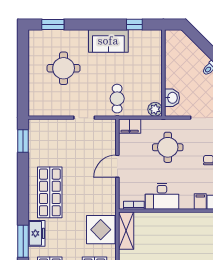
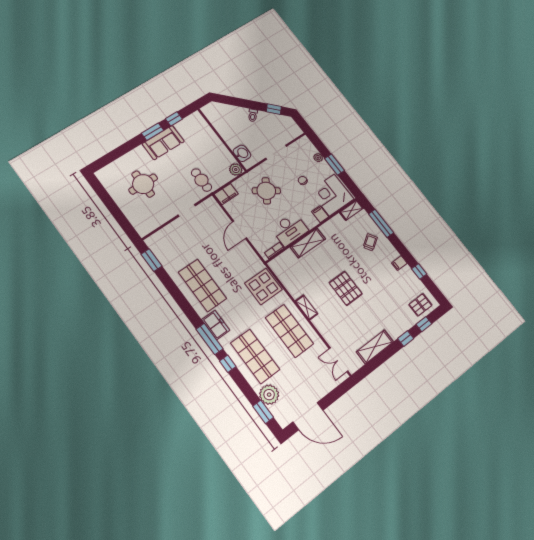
window: (53, 24) -> (153, 132), moved
round table: (168, 147) -> (266, 191), turned 34
shelving: (126, 231) -> (308, 243), moved, turned 90

